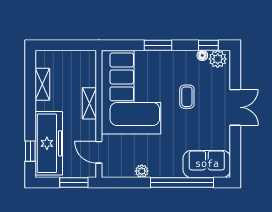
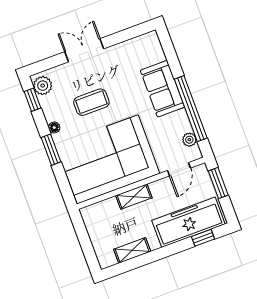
floor lamp: (202, 55) -> (54, 128), moved
coffee table: (187, 97) -> (91, 102), width x1.36, depth x1.30
sofa: (207, 164) -> (162, 89), moved
plant: (142, 171) -> (189, 140), moved
window: (182, 183) -> (191, 109), moved

